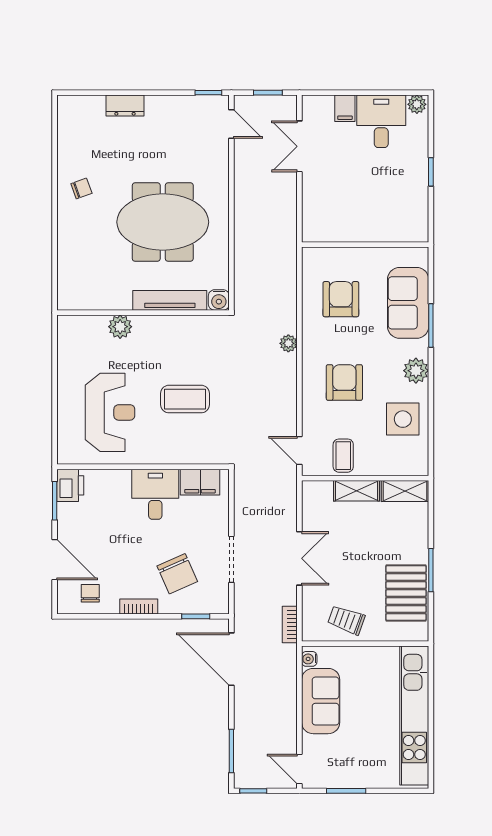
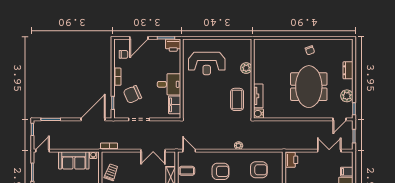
plant: (180, 108) -> (347, 96), added
meeting table: (163, 222) -> (309, 87), moved
printer: (319, 229) -> (291, 160), added
tv unit: (170, 300) -> (258, 96), width x0.71
coffee table: (185, 399) -> (237, 99), moved
door: (299, 450) -> (189, 151), hinge flipped
double door: (299, 558) -> (153, 151), moved

